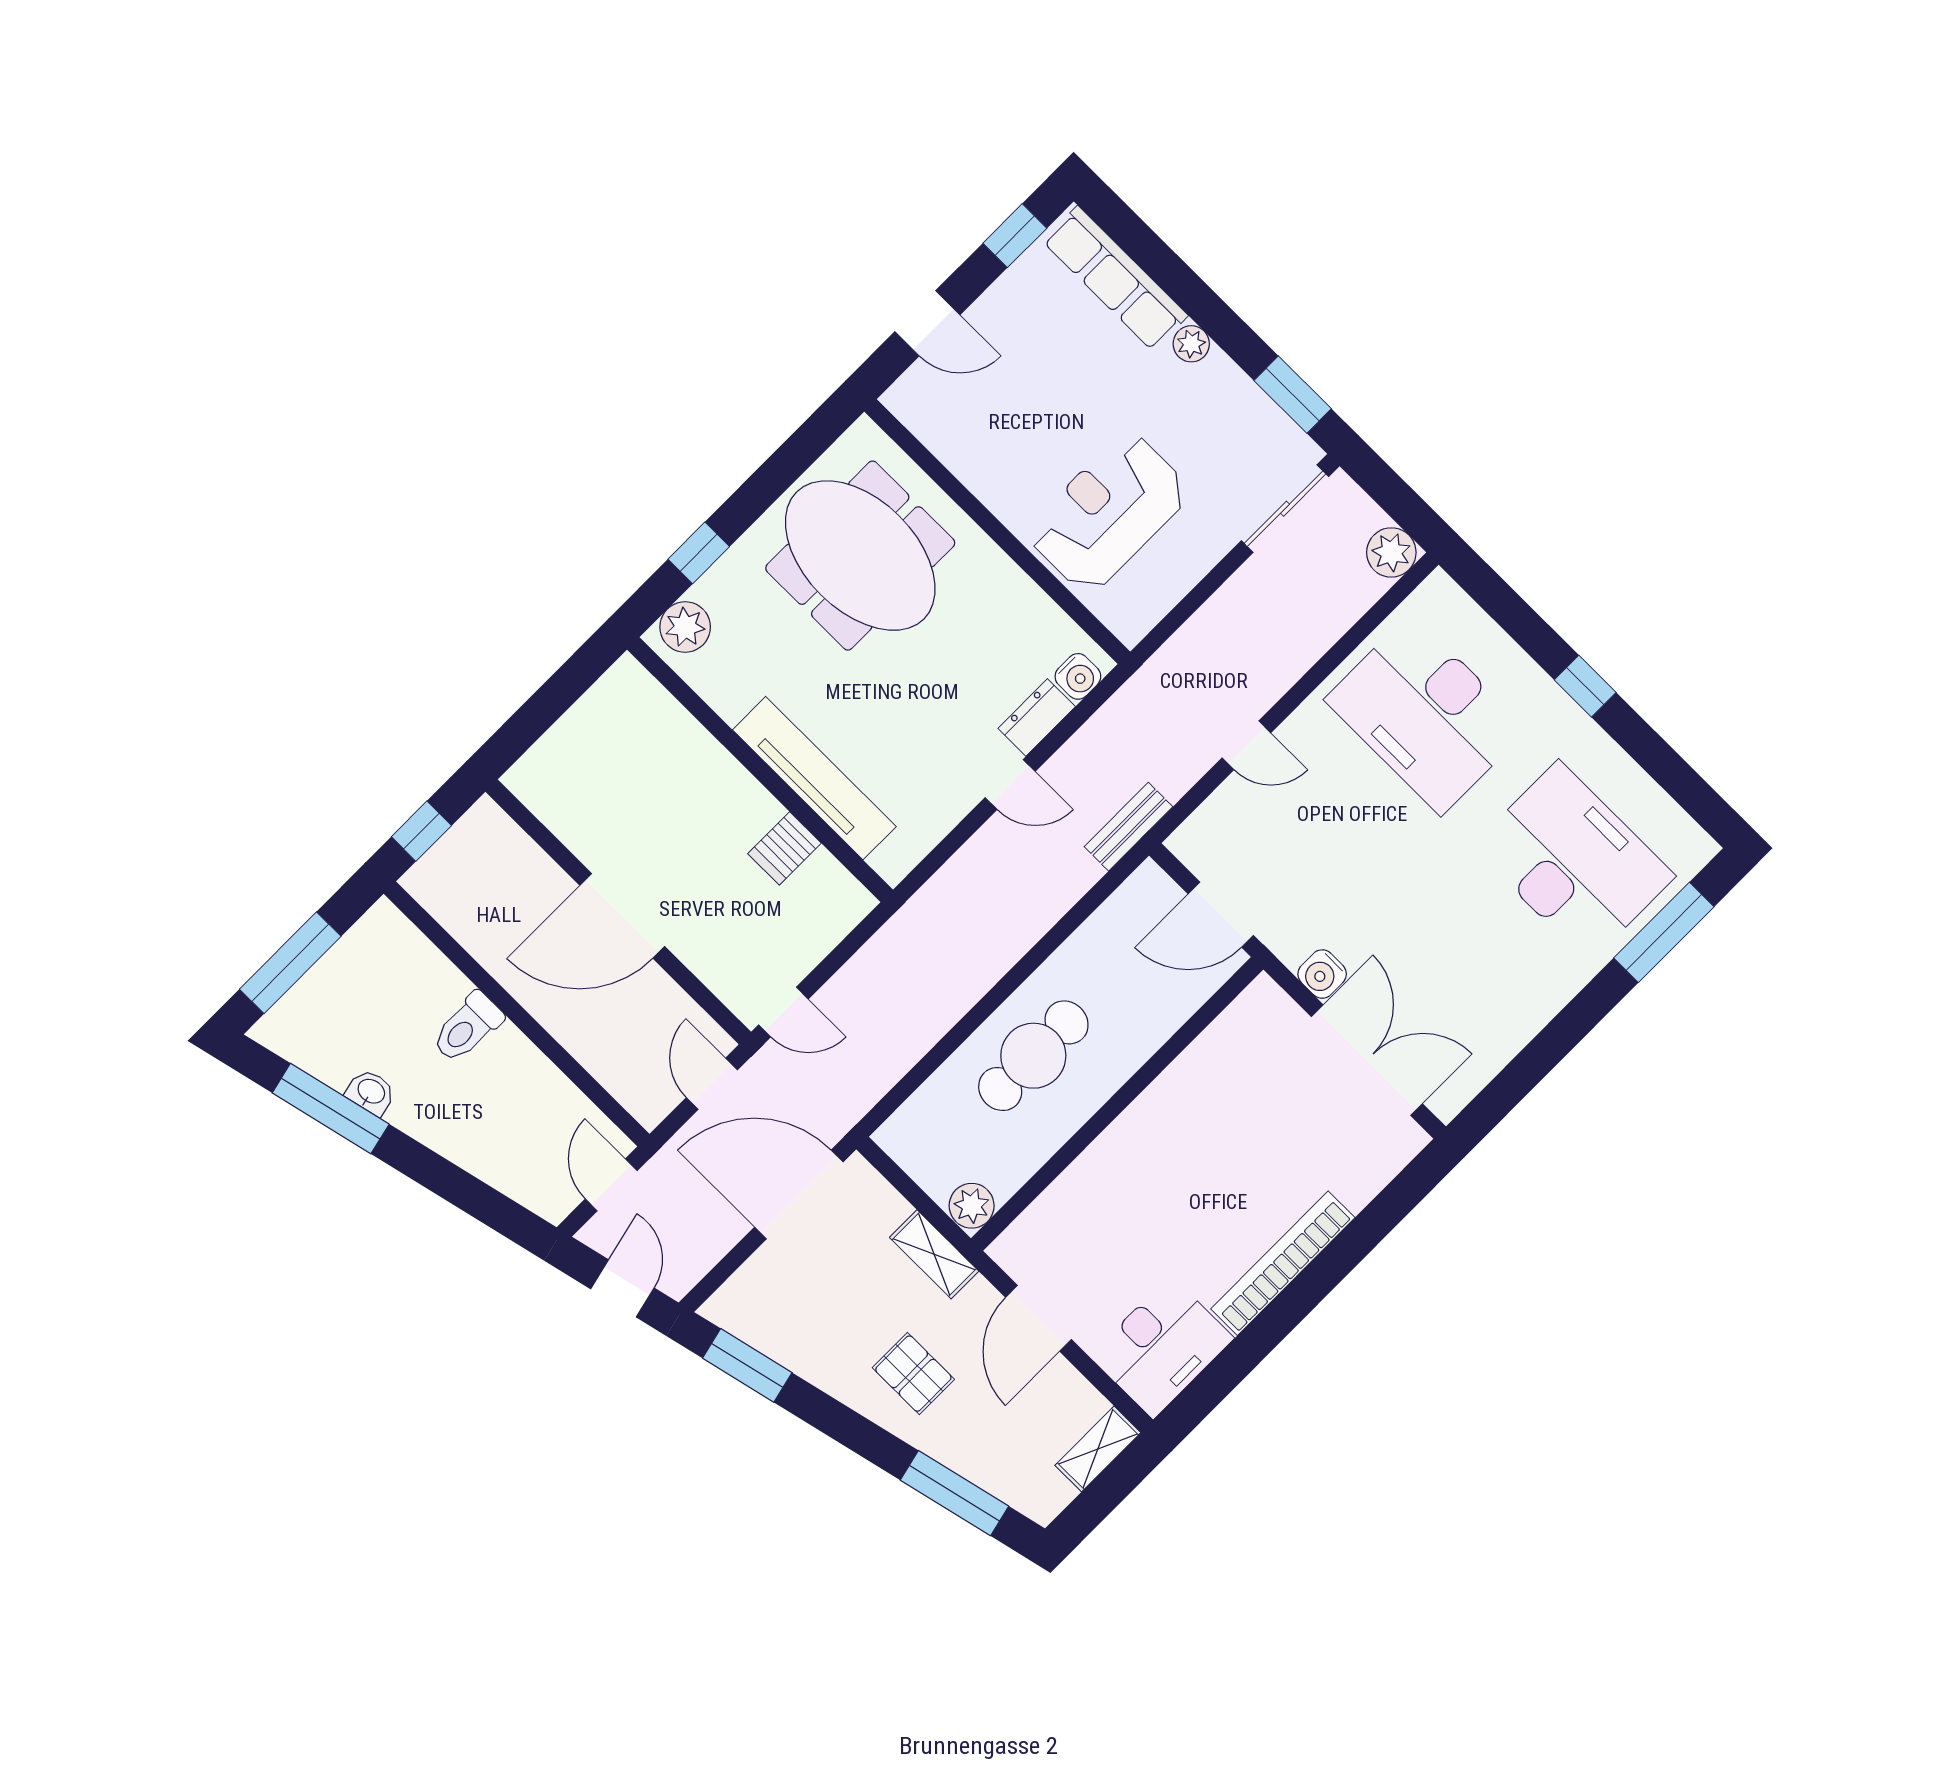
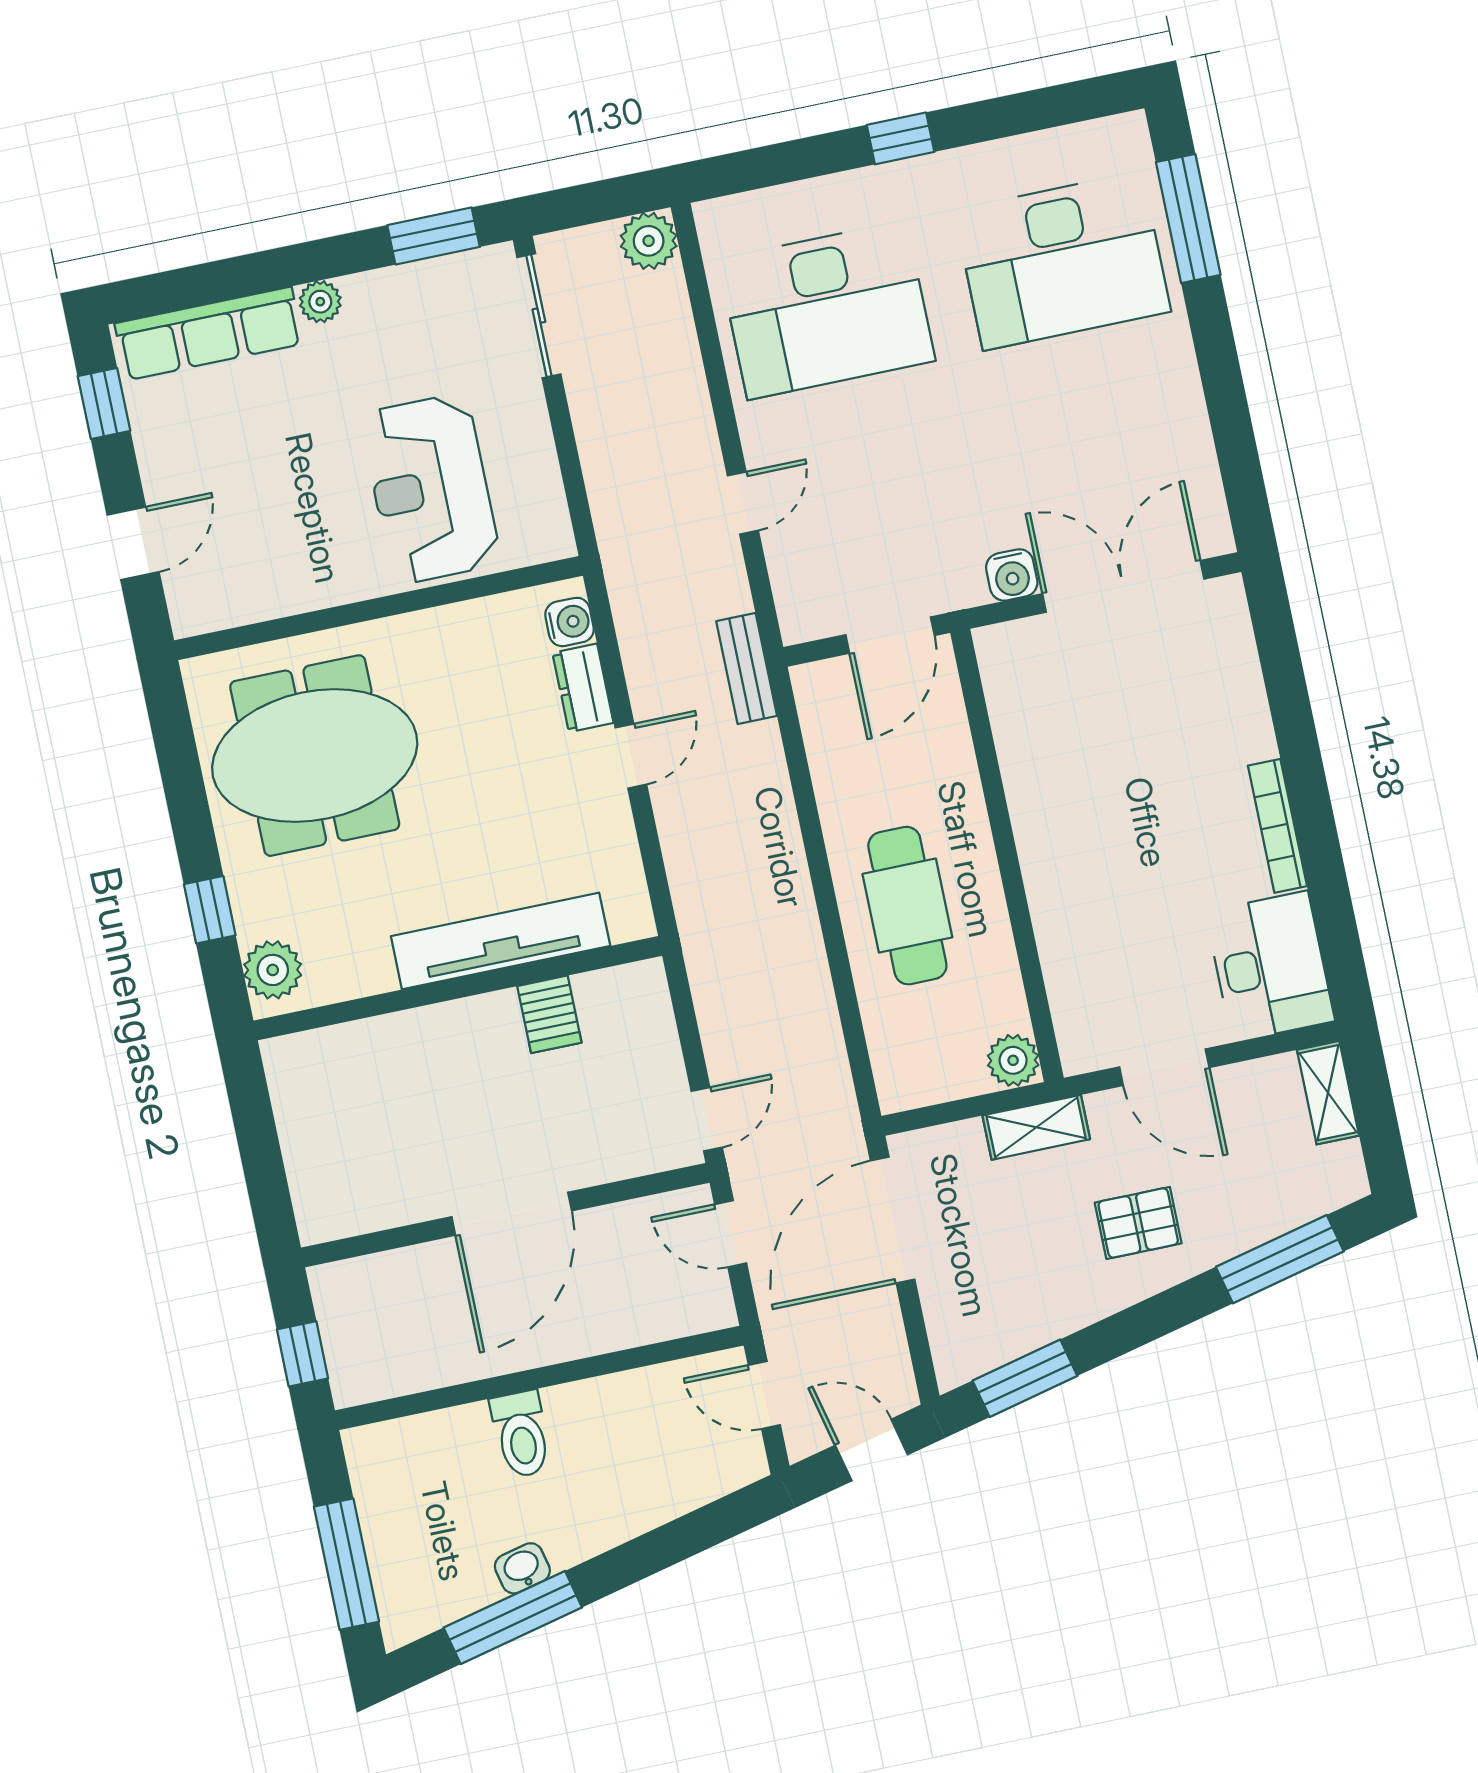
desk: (1574, 861) -> (1062, 261), turned 180
bookcase: (1283, 1263) -> (1277, 826), width x0.68, depth x0.76

